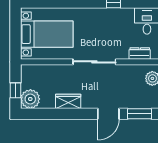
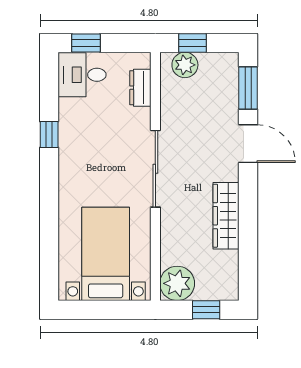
plant: (30, 99) -> (177, 283), moved
wardrobe: (68, 101) -> (226, 216), width x1.50

